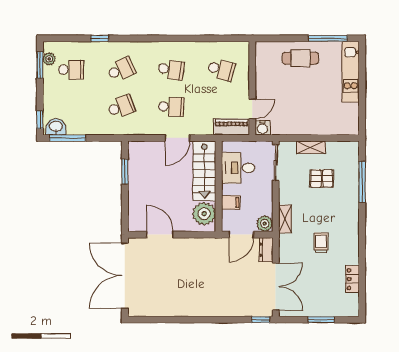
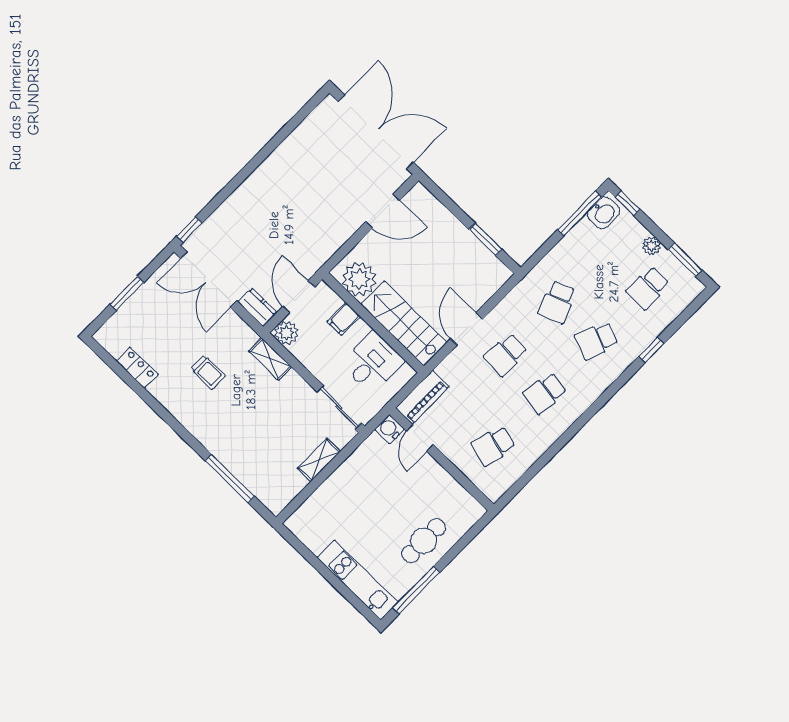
plant: (49, 59) -> (652, 246), moved
school desk: (121, 70) -> (597, 340), turned 45
pallet: (322, 179) -> (275, 439), removed

